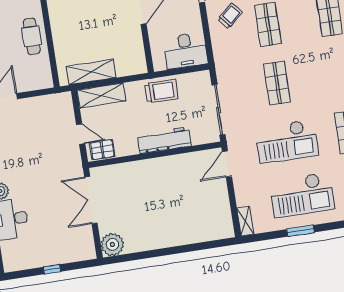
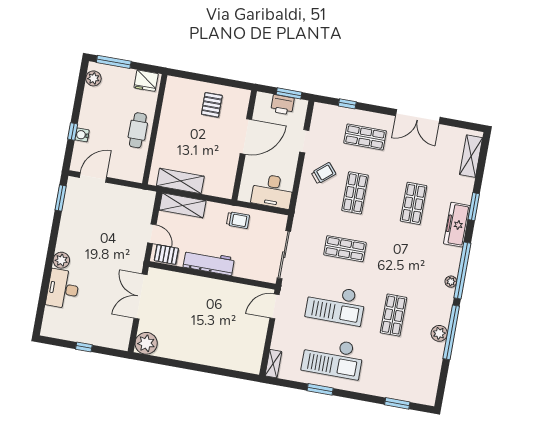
shop shelf: (277, 83) -> (345, 249), turned 90
trolley: (161, 91) -> (238, 220), width x0.73, depth x0.72
workbench: (164, 140) -> (209, 262), moved

